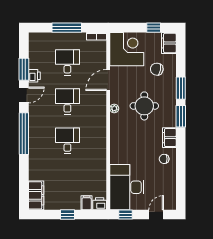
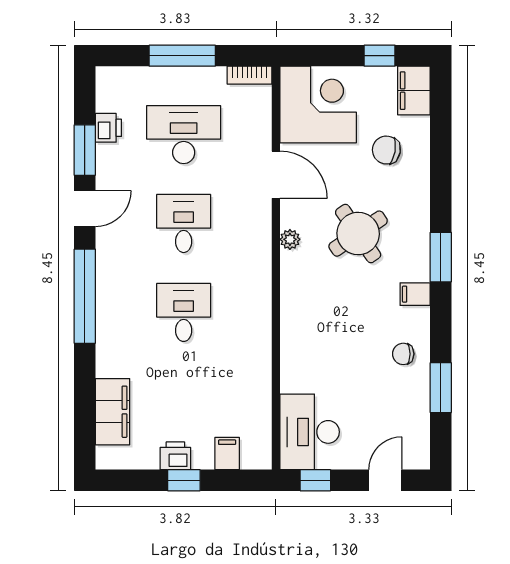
desk: (67, 62) -> (184, 135), width x1.37
printer: (34, 76) -> (108, 128), moved
door: (108, 80) -> (276, 175), swing flipped
window: (181, 88) -> (441, 388), moved
round table: (144, 106) -> (358, 234), turned -34
filing cabinet: (169, 138) -> (415, 294), width x0.50
desk: (127, 187) -> (310, 432), width x0.73, depth x0.77
filing cabinet: (36, 195) -> (112, 412), moved
printer: (100, 204) -> (175, 456), moved

